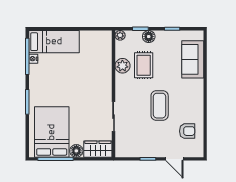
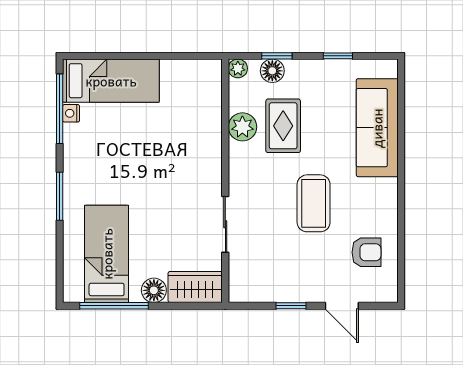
floor lamp: (149, 37) -> (272, 71), moved
sofa: (193, 59) -> (377, 128), width x1.36
bed: (52, 132) -> (107, 254), width x0.67

